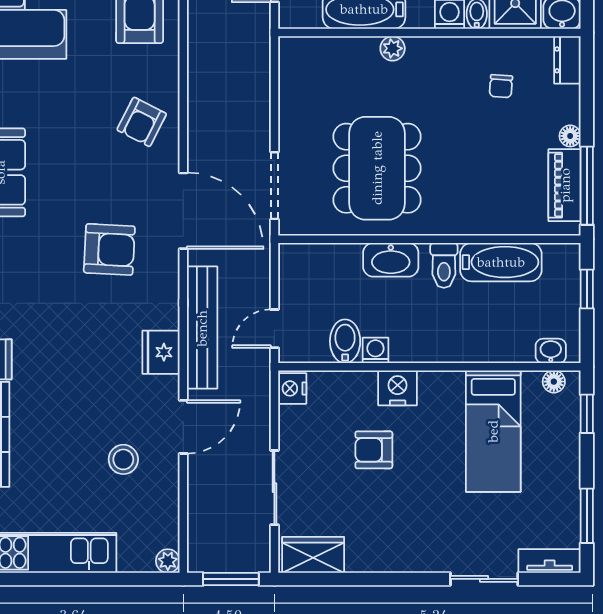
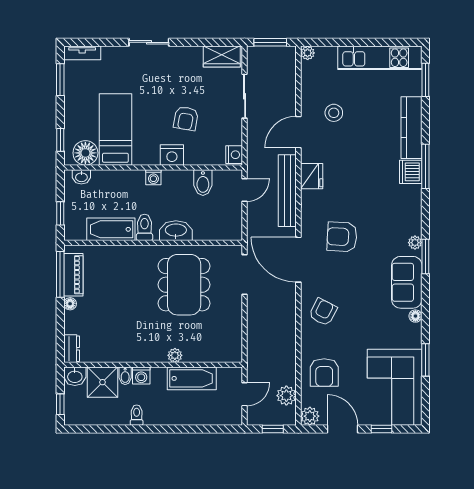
chair: (501, 86) -> (111, 333), removed
washing machine: (375, 350) -> (153, 177), moved
floor lamp: (554, 382) -> (85, 153), width x1.89, depth x1.89
armchair: (374, 450) -> (186, 118), turned 100
sliding door: (484, 579) -> (149, 42), moved

